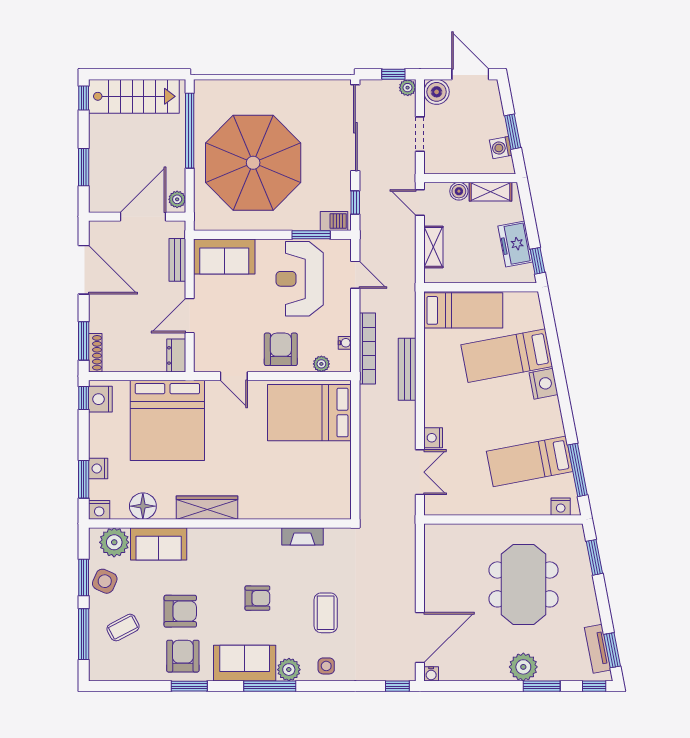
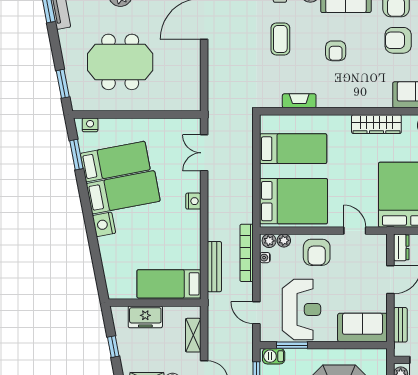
freezer: (515, 244) -> (145, 317), moved, turned 101
window: (537, 261) -> (113, 347), moved
bed: (507, 356) -> (123, 192), moved
plant: (340, 364) -> (269, 241), added
bench: (407, 369) -> (214, 267), moved
nightstand: (433, 438) -> (193, 201), moved
window: (578, 470) -> (76, 155), width x0.69
bed: (310, 477) -> (293, 149), added
meeting table: (524, 584) -> (120, 62), turned 90
armchair: (257, 598) -> (336, 51), turned -90

